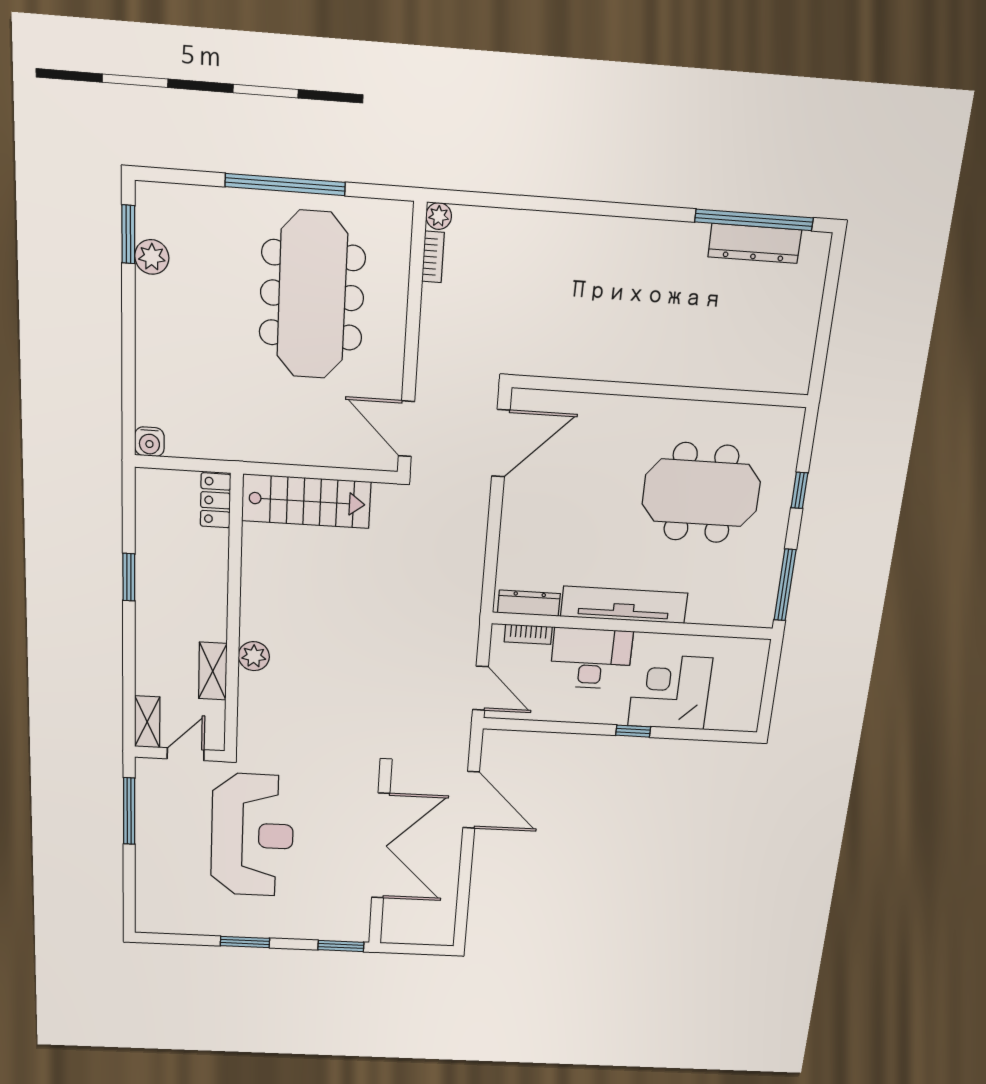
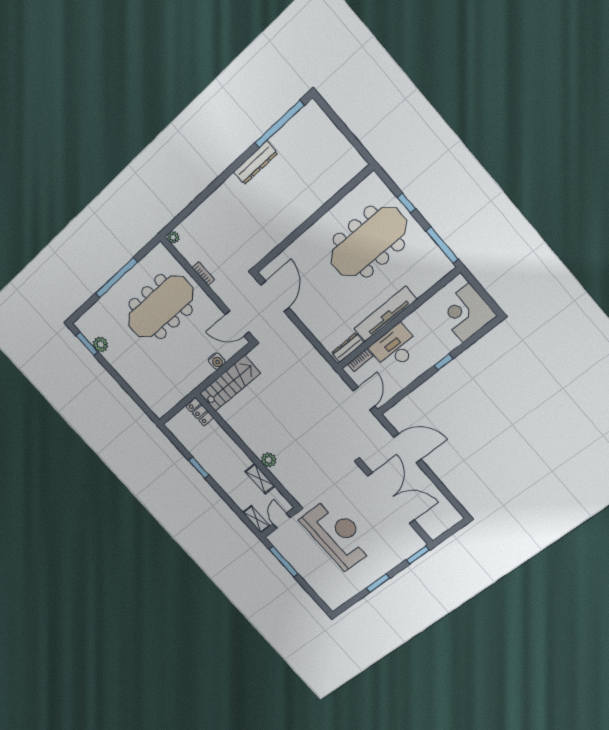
dresser: (755, 243) -> (256, 163), moved
bookcase: (433, 257) -> (203, 274), moved
meeting table: (312, 295) -> (161, 307), turned 90
water cooler: (149, 442) -> (217, 361), moved
meeting table: (701, 493) -> (369, 242), width x1.36
door: (480, 688) -> (364, 398), hinge flipped
corner desk: (670, 692) -> (466, 313), moved

